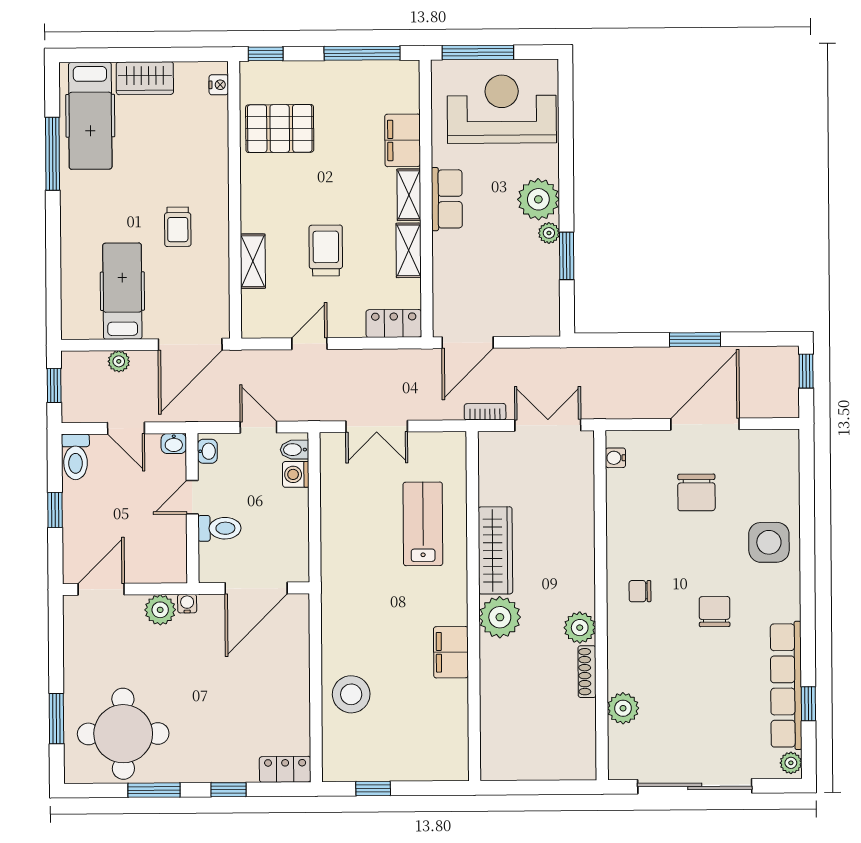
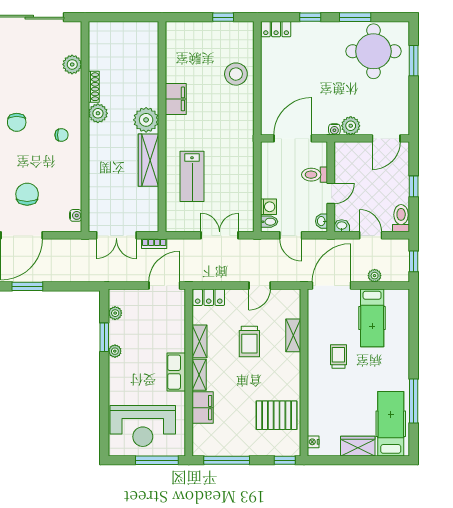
plant: (538, 199) -> (115, 313), moved, width x0.53, depth x0.53

